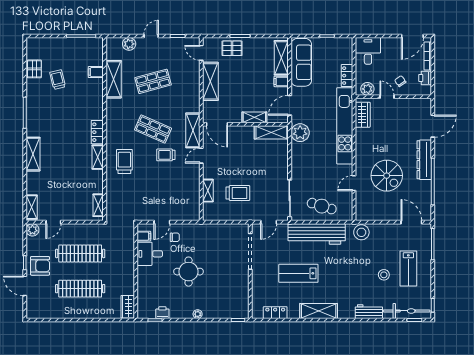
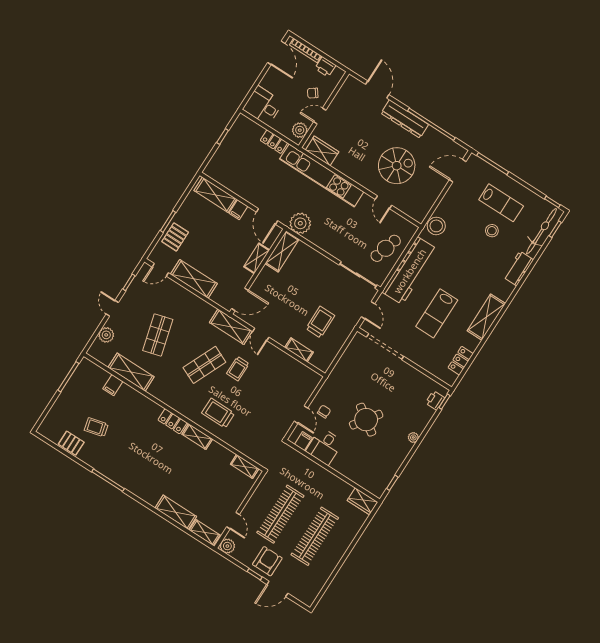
sofa: (301, 62) -> (232, 178), removed
shelving: (33, 154) -> (176, 512), moved
round table: (189, 272) -> (366, 420), turned 35
printer: (162, 313) -> (435, 400), moved

